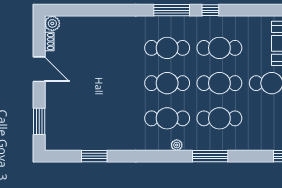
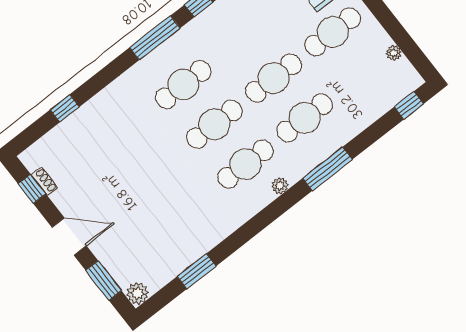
window: (92, 10) -> (65, 108), added
plant: (52, 23) -> (138, 293), moved
window: (39, 40) -> (32, 189), added
cafe table: (219, 48) -> (242, 38), removed
door: (39, 69) -> (69, 236), moved

